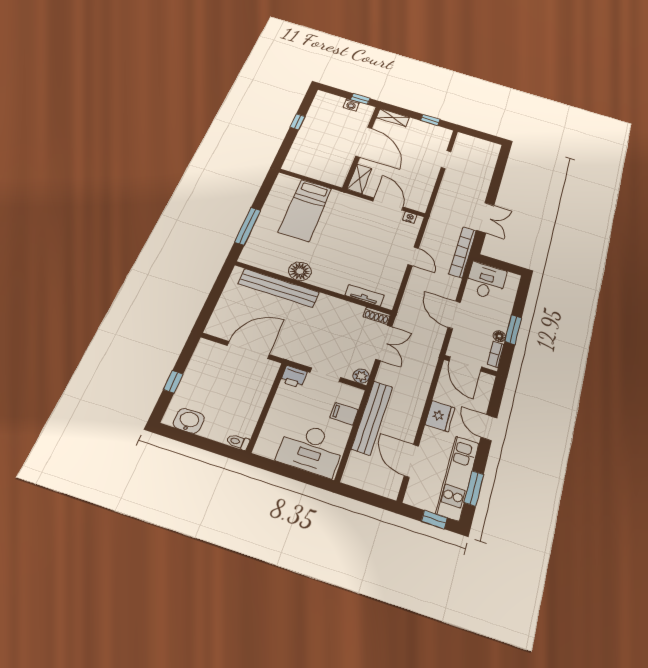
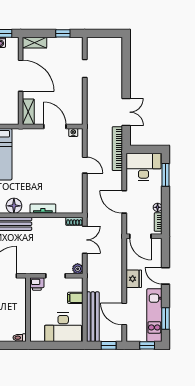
desk: (486, 281) -> (144, 167), width x1.37
tv unit: (365, 295) -> (43, 209), moved
window: (513, 330) -> (166, 175), moved
bench: (372, 418) -> (93, 317), moved
window: (373, 499) -> (109, 345), added

